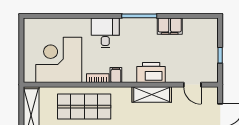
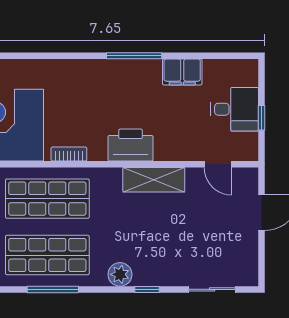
desk: (105, 33) -> (235, 109), moved, turned 90
printer: (151, 72) -> (131, 145), moved
filing cabinet: (116, 75) -> (97, 149), removed

